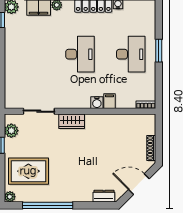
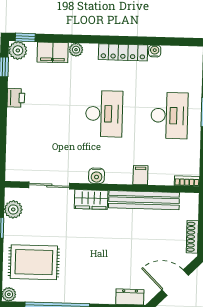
printer: (11, 44) -> (16, 98), added
water cooler: (97, 103) -> (97, 176), moved
bench: (113, 121) -> (144, 200), added

